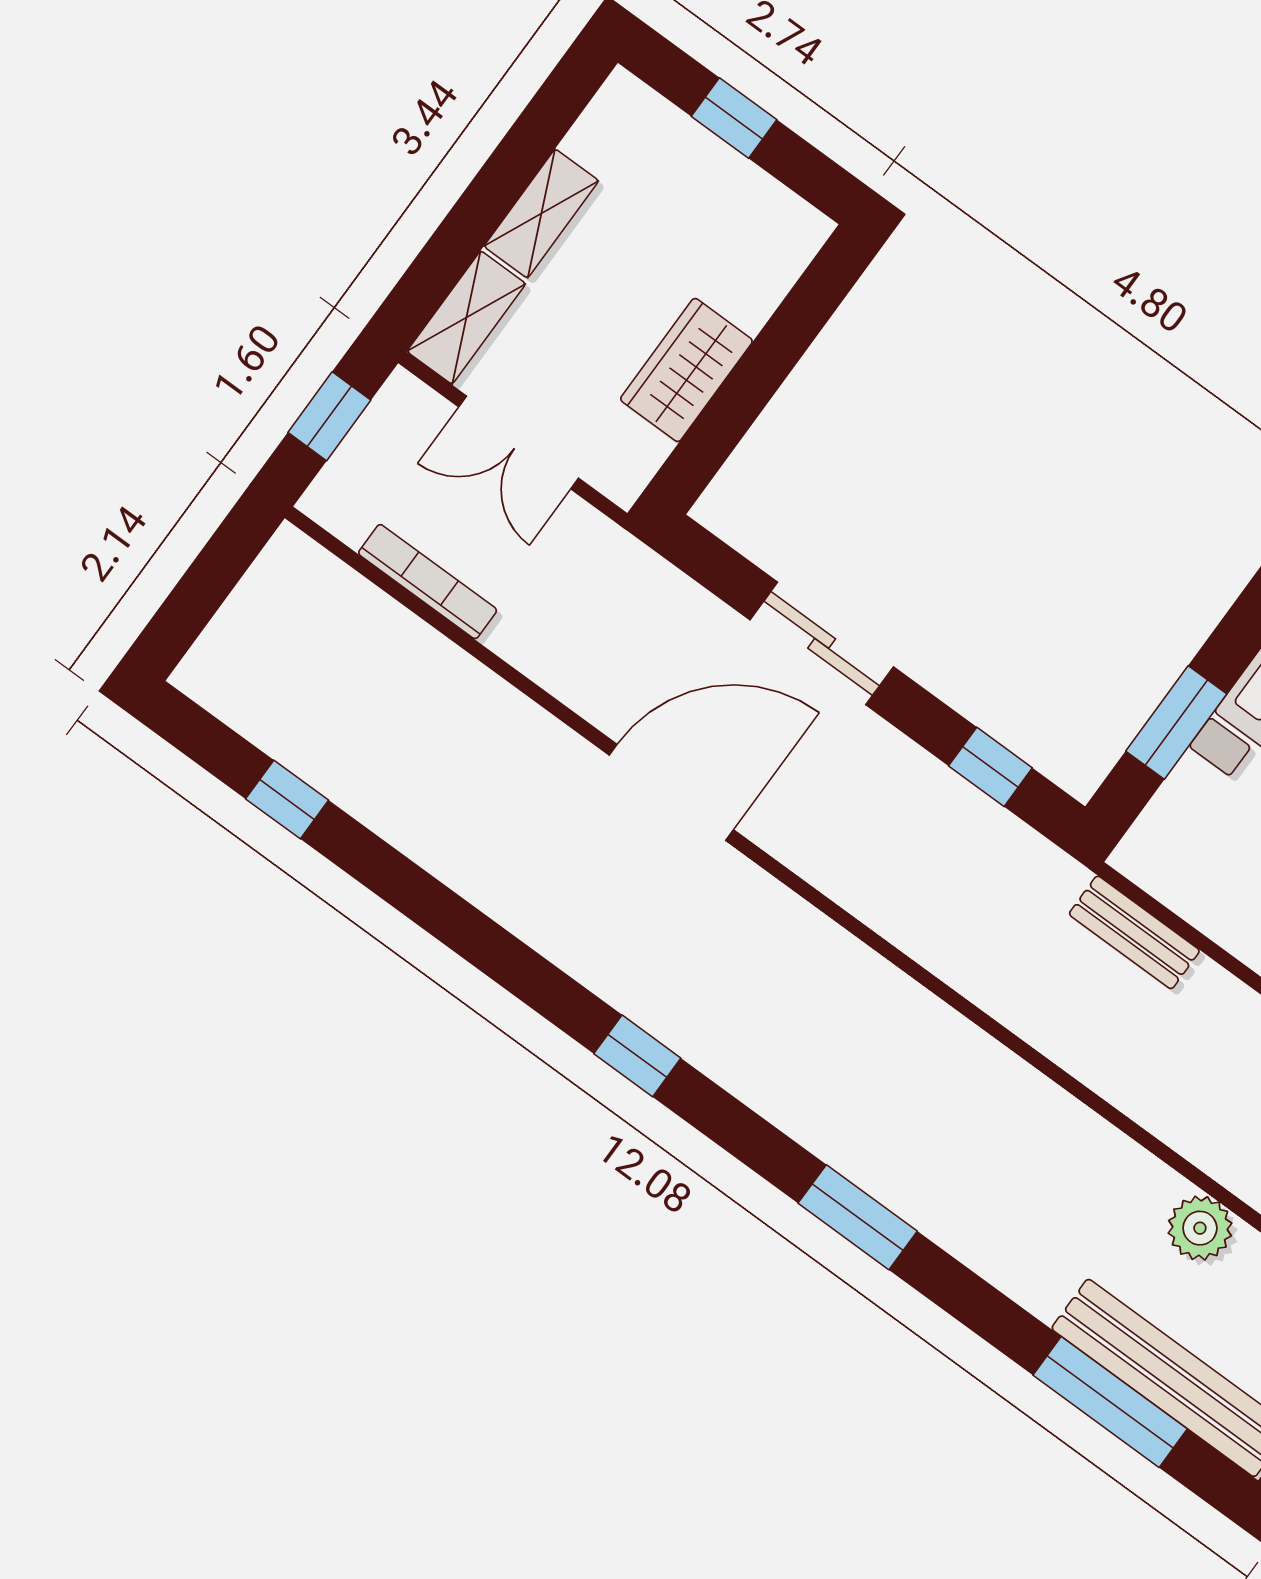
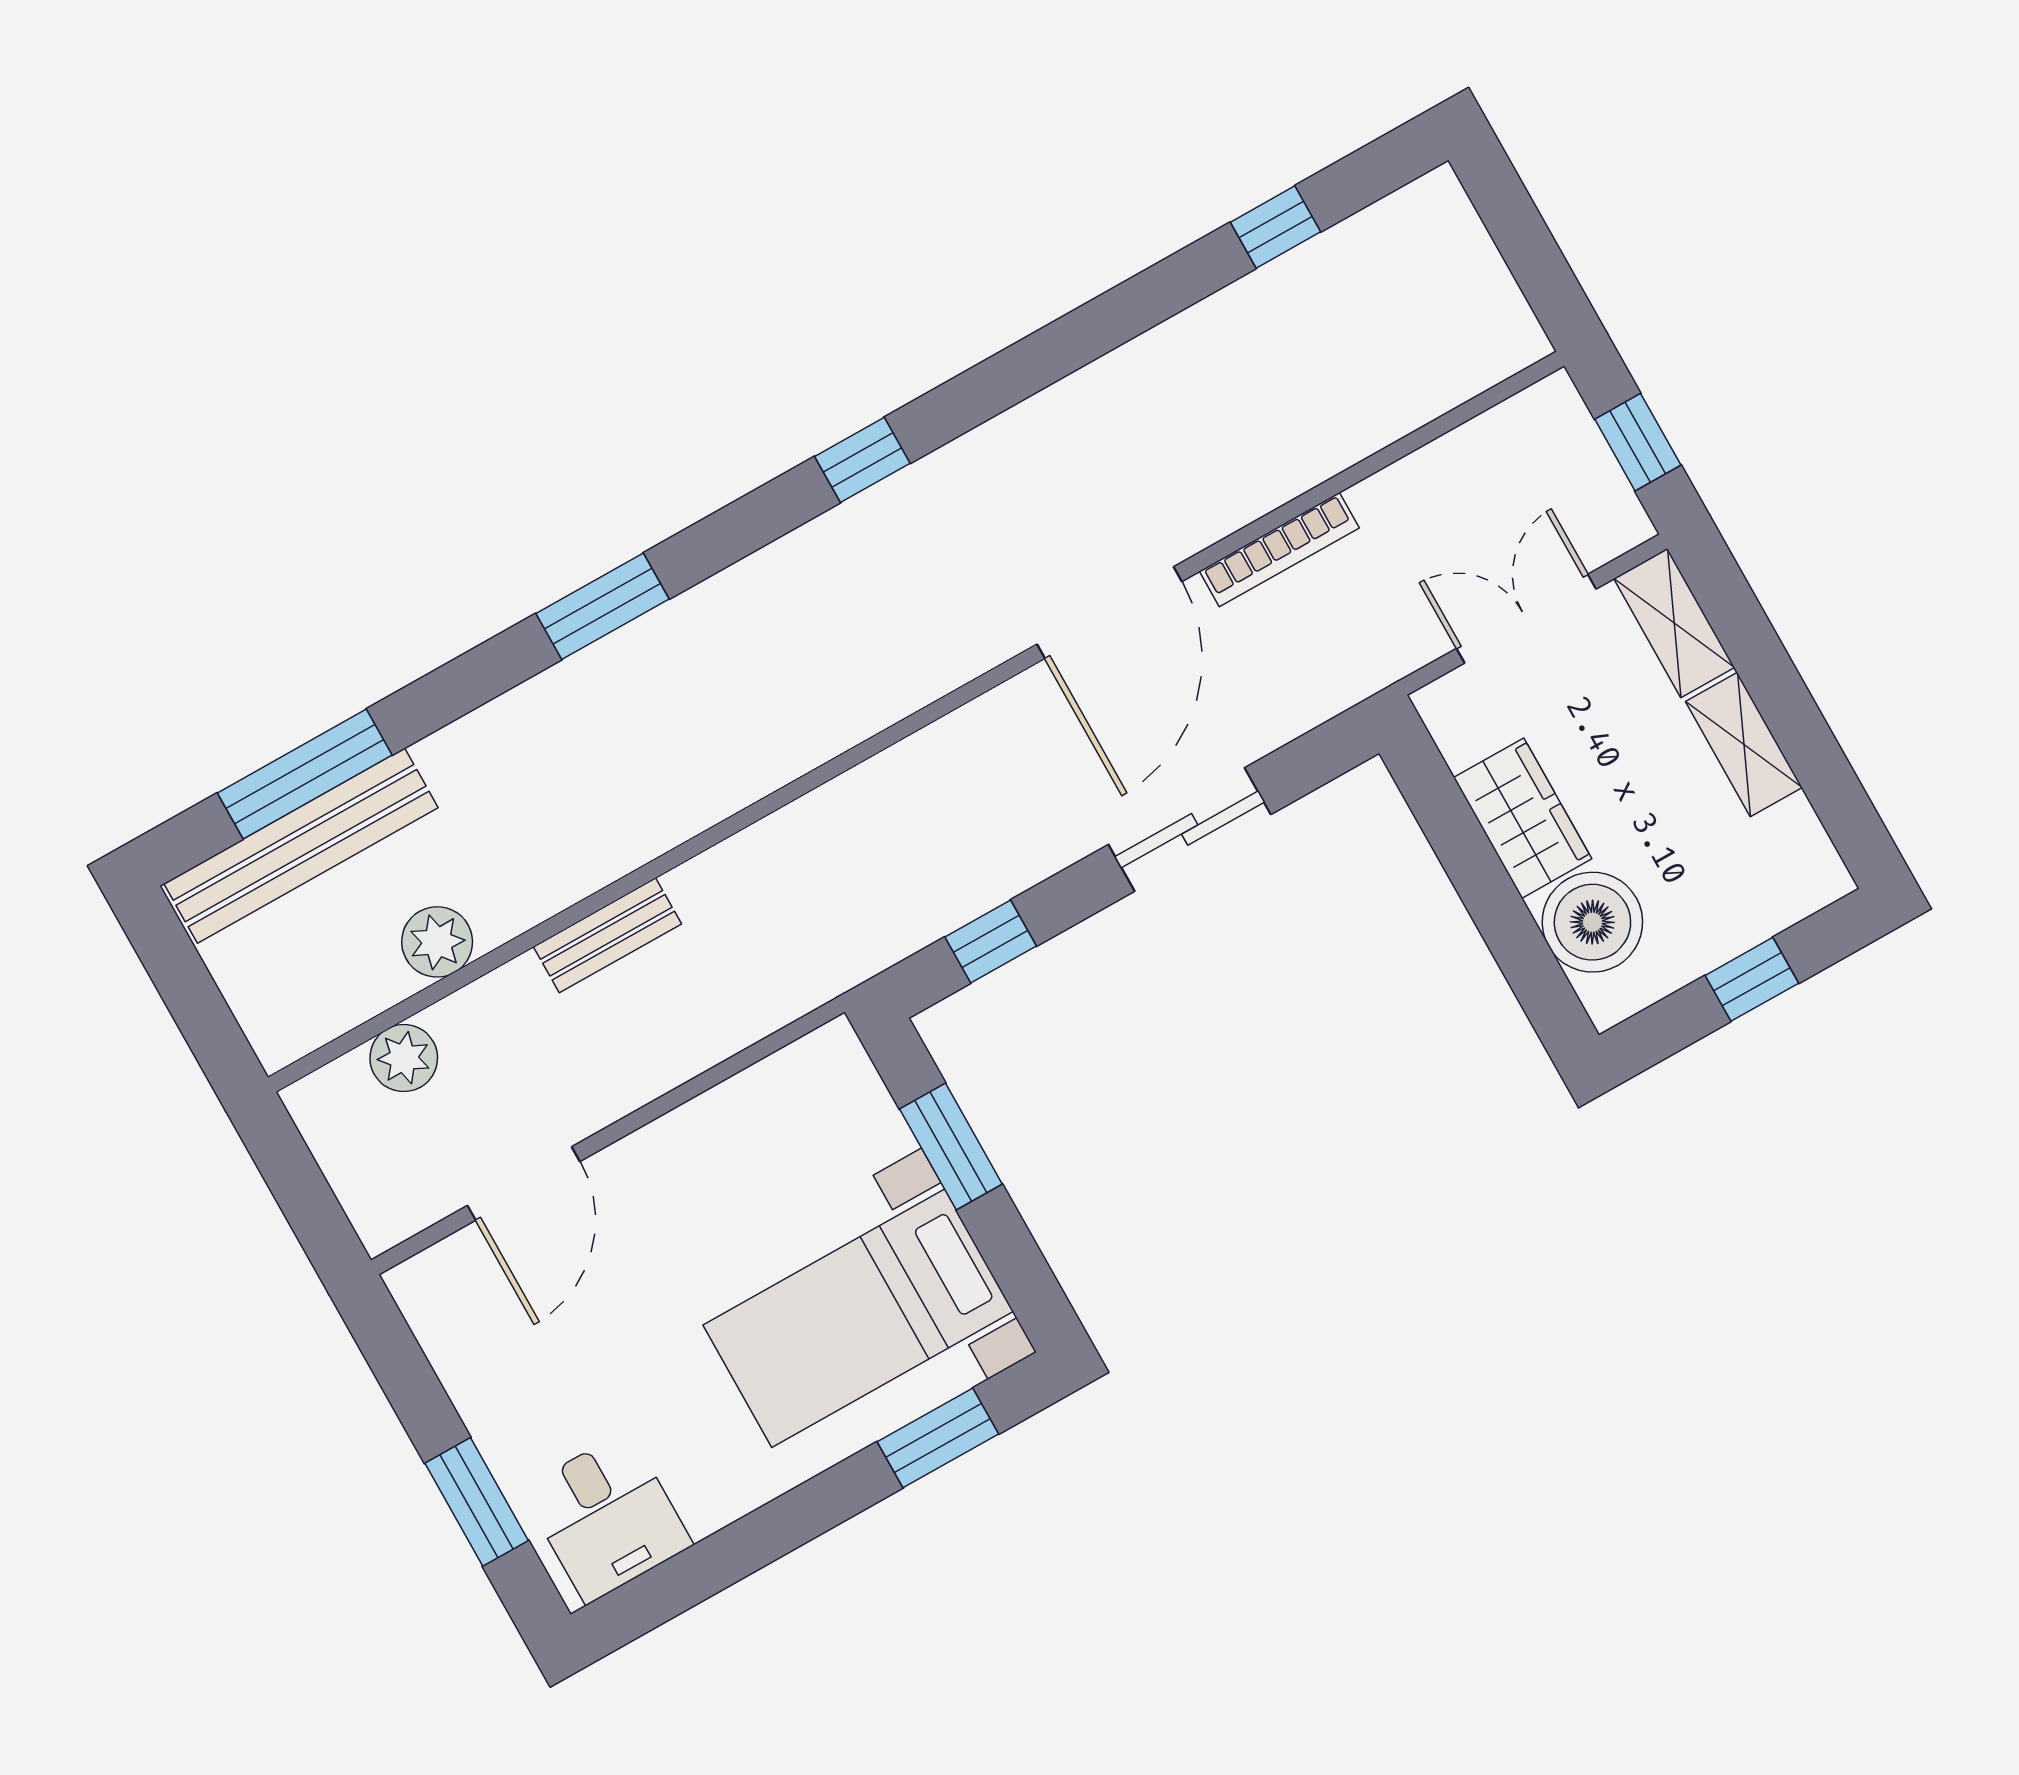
boiler: (747, 273) -> (1592, 922), added
bookcase: (428, 582) -> (1279, 550), moved
bench: (1134, 932) -> (607, 935), moved

